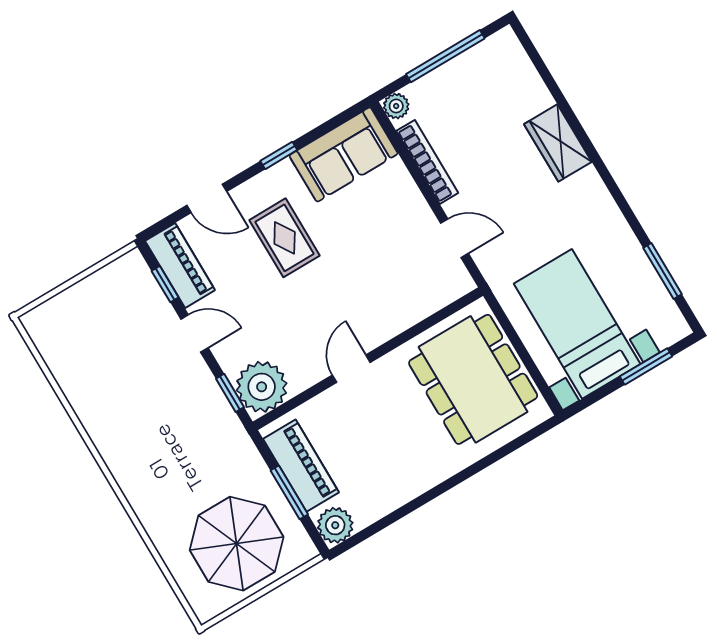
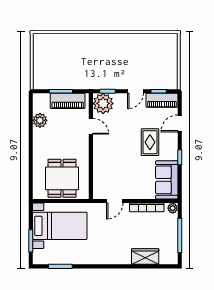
wardrobe: (558, 143) -> (145, 257), moved
rug: (285, 238) -> (150, 142), turned 90
door: (351, 369) -> (91, 126), moved
dining table: (473, 379) -> (62, 178), width x0.73
plant: (335, 525) -> (40, 120), moved
parasol: (237, 544) -> (54, 62), removed

